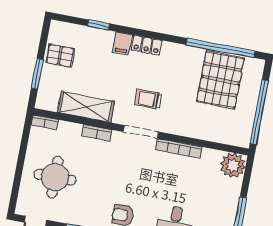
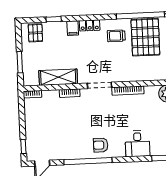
pallet: (60, 56) -> (35, 33), moved, turned 90
trolley: (148, 99) -> (116, 36), moved
round table: (55, 177) -> (48, 130), removed
window: (15, 192) -> (23, 147), added

